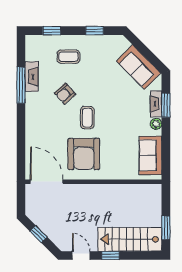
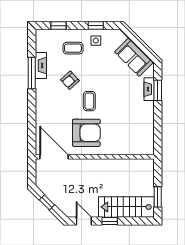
side table: (95, 48) -> (96, 41), added
plant: (156, 124) -> (149, 107), removed
armchair: (84, 154) -> (86, 133), turned -90
sofa: (151, 155) -> (144, 134), removed

